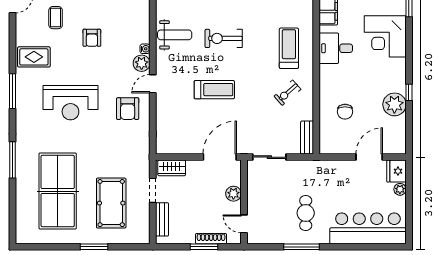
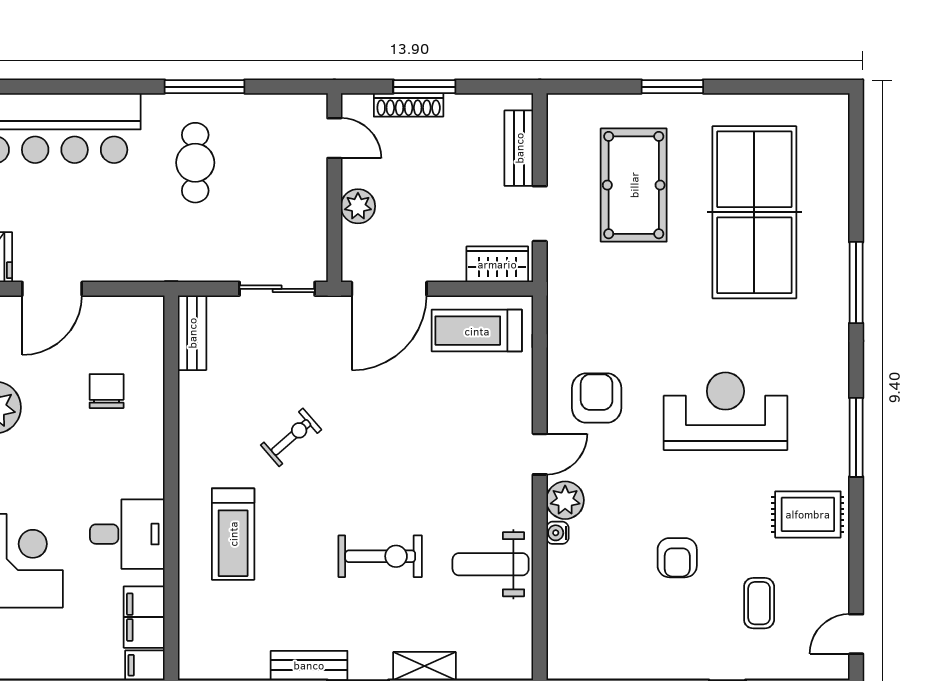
armchair: (92, 38) -> (677, 558), turned 180
treadmill: (214, 90) -> (477, 331), moved
exercise bike: (287, 93) -> (291, 437), moved

